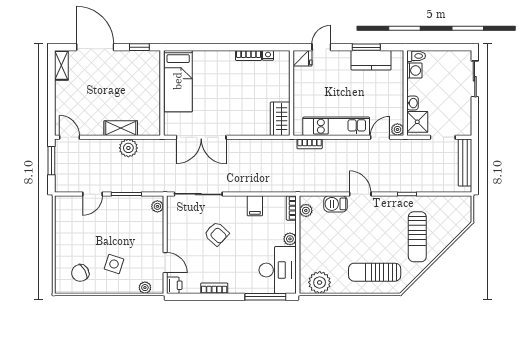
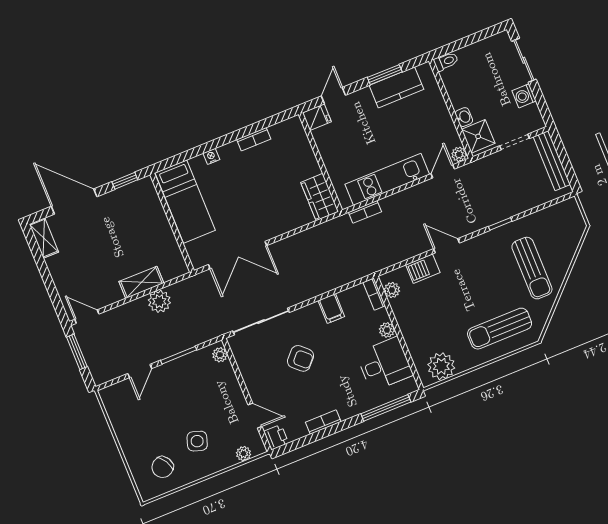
nightstand: (268, 55) -> (211, 156), moved
washing machine: (414, 71) -> (524, 96), moved, turned 180
desk: (278, 270) -> (384, 364), width x0.73

